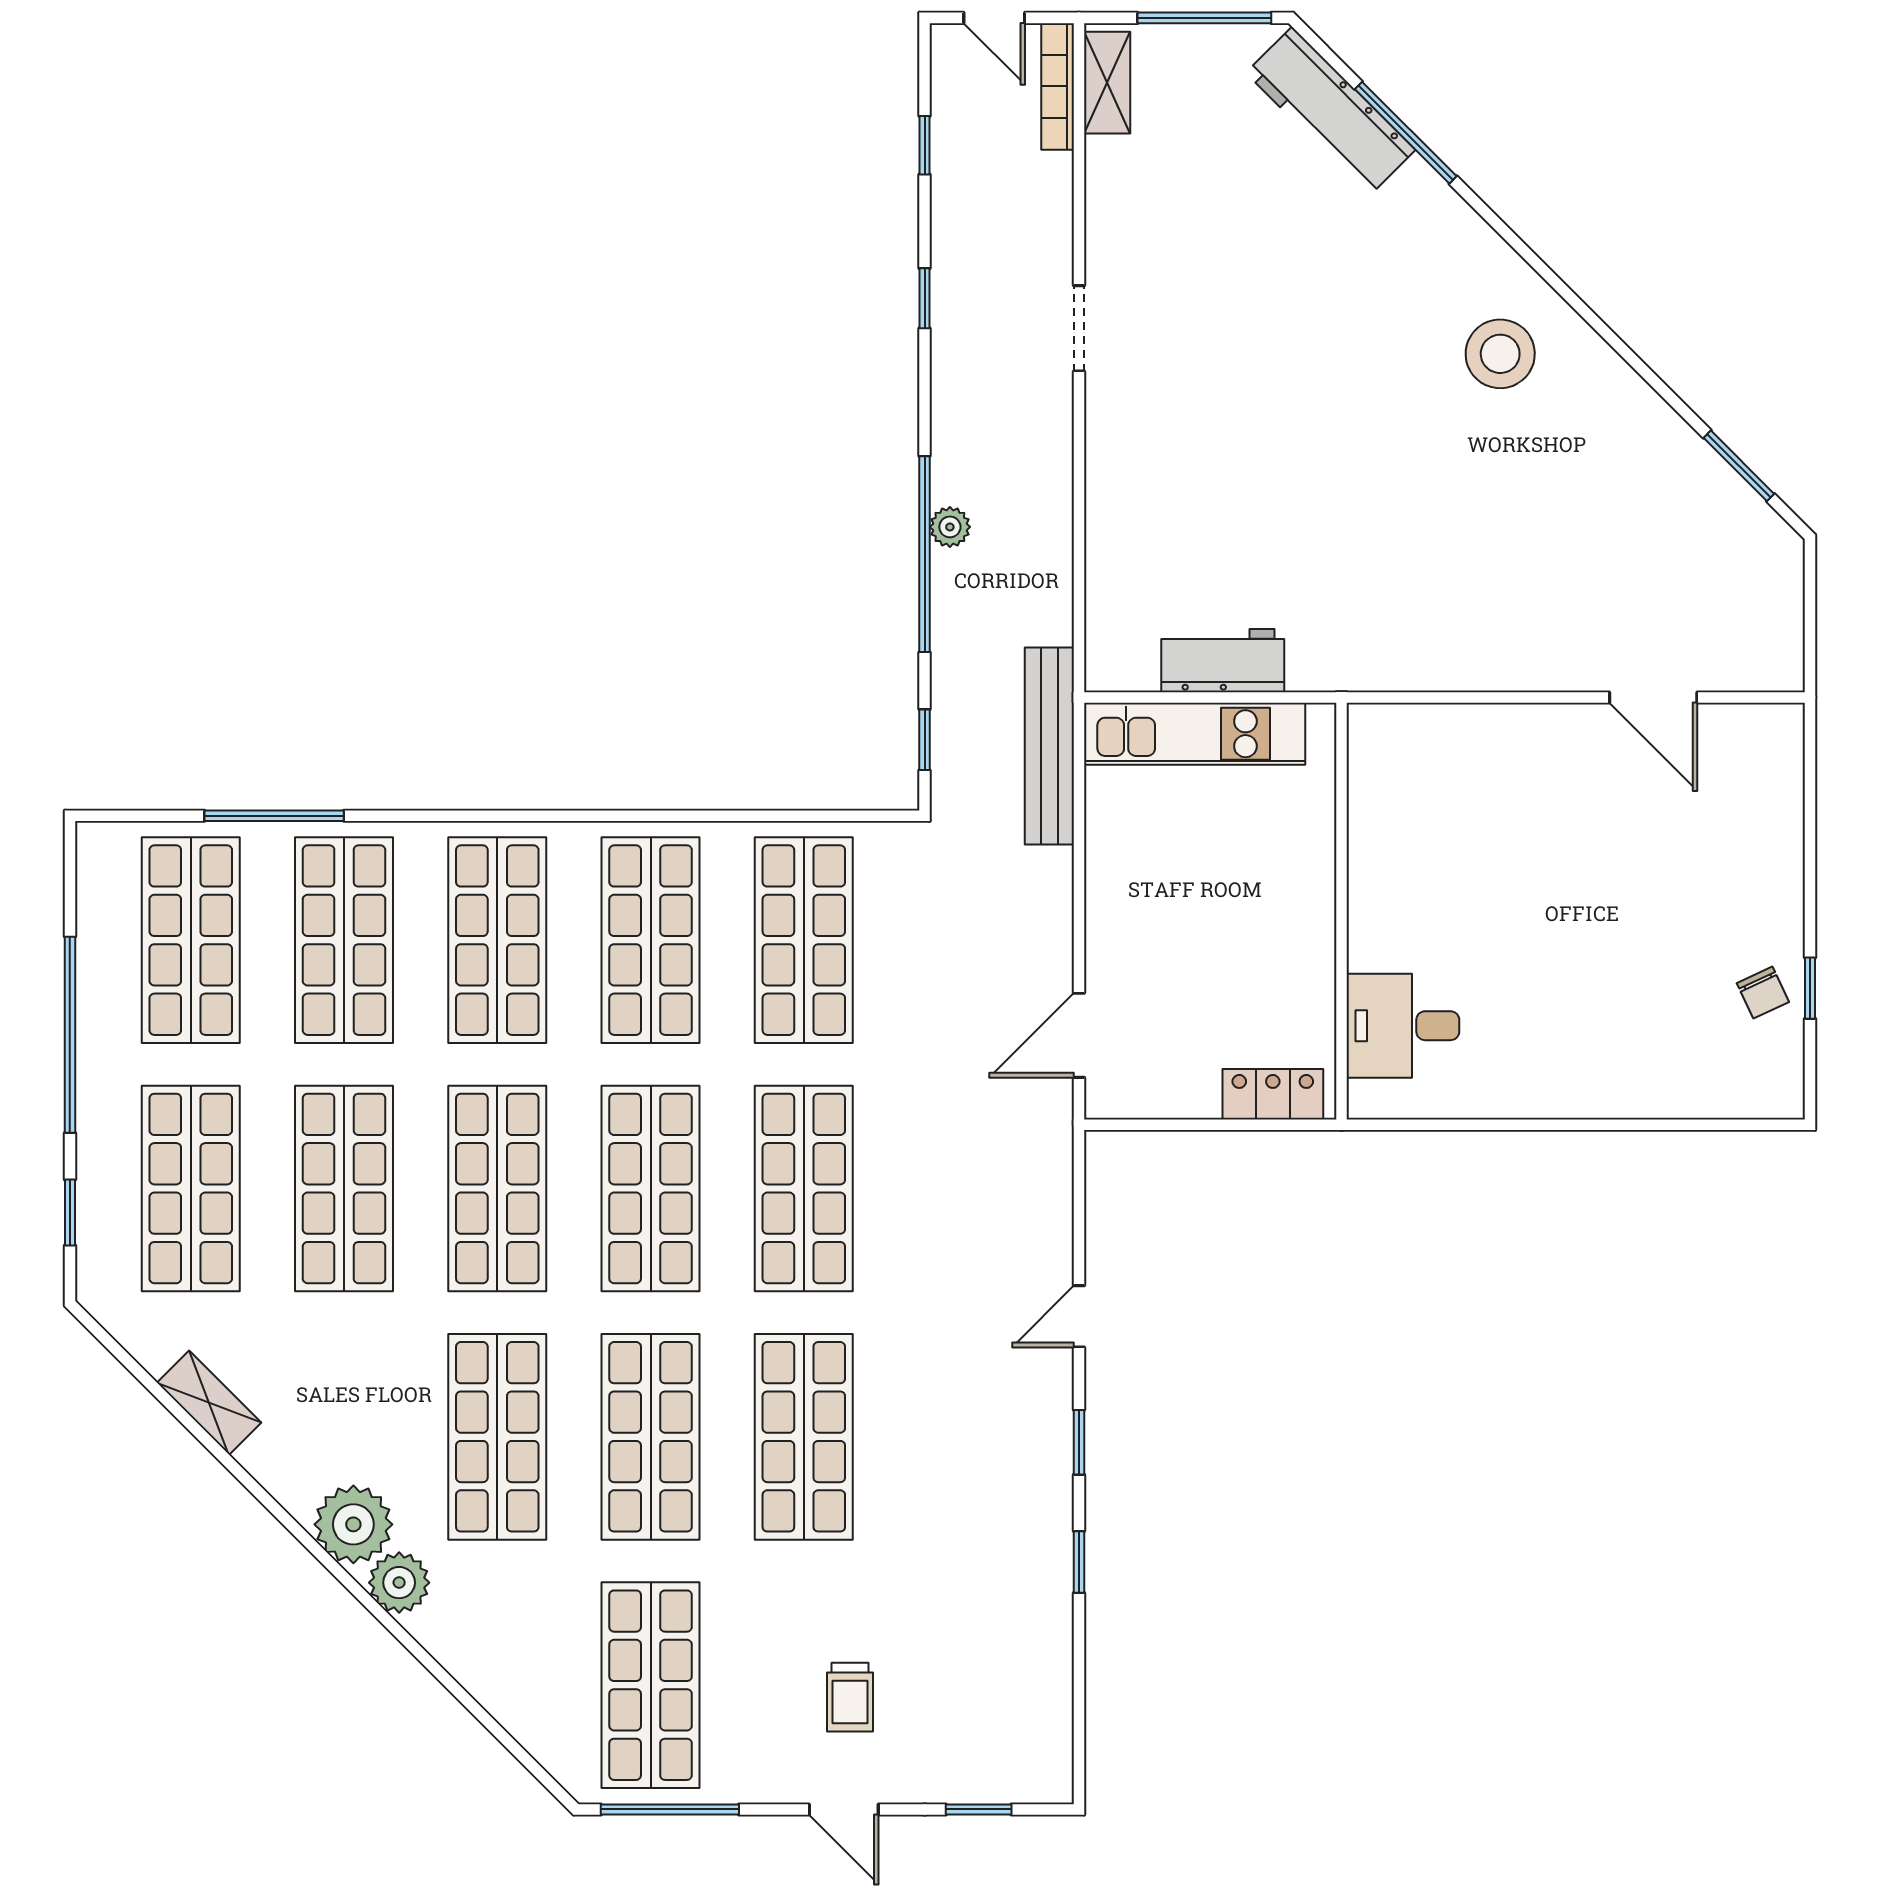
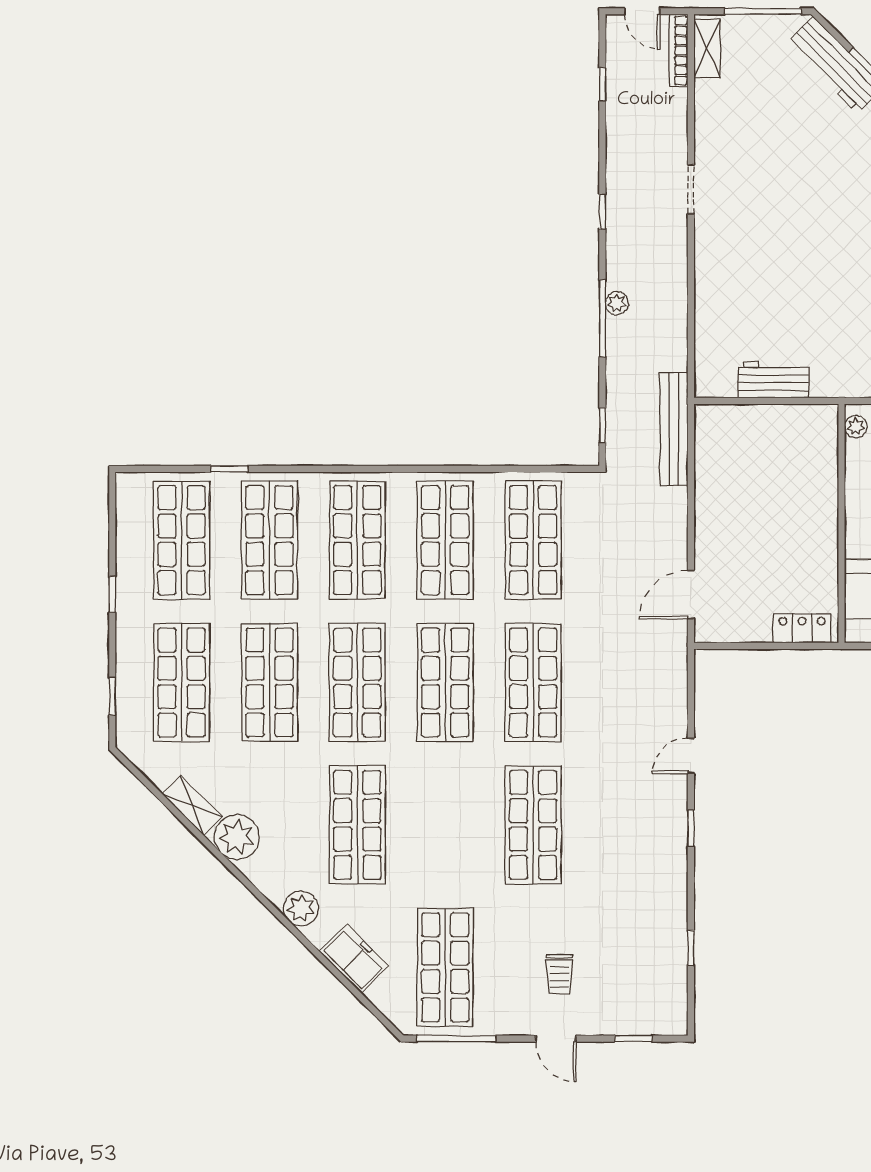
window: (925, 298) -> (602, 212), moved
window: (925, 554) -> (602, 319), width x0.68
kitchen unit: (1195, 734) -> (757, 422), removed
plant: (1366, 742) -> (856, 427), added
window: (274, 816) -> (229, 469), width x0.46
window: (70, 1035) -> (112, 594), width x0.32
shop shelf: (651, 1437) -> (445, 825), removed
plant: (353, 1524) -> (237, 837), moved
window: (1079, 1562) -> (691, 948), moved
freezer: (492, 1670) -> (354, 959), added

